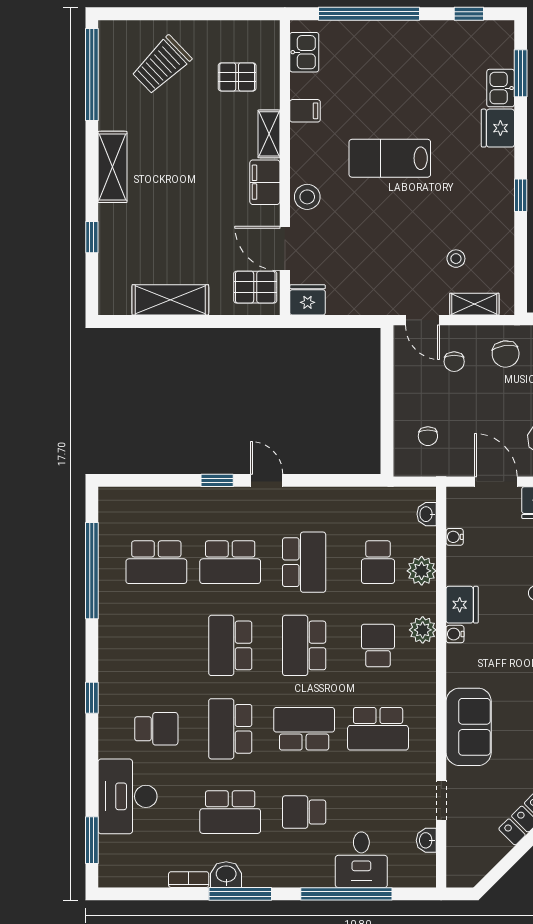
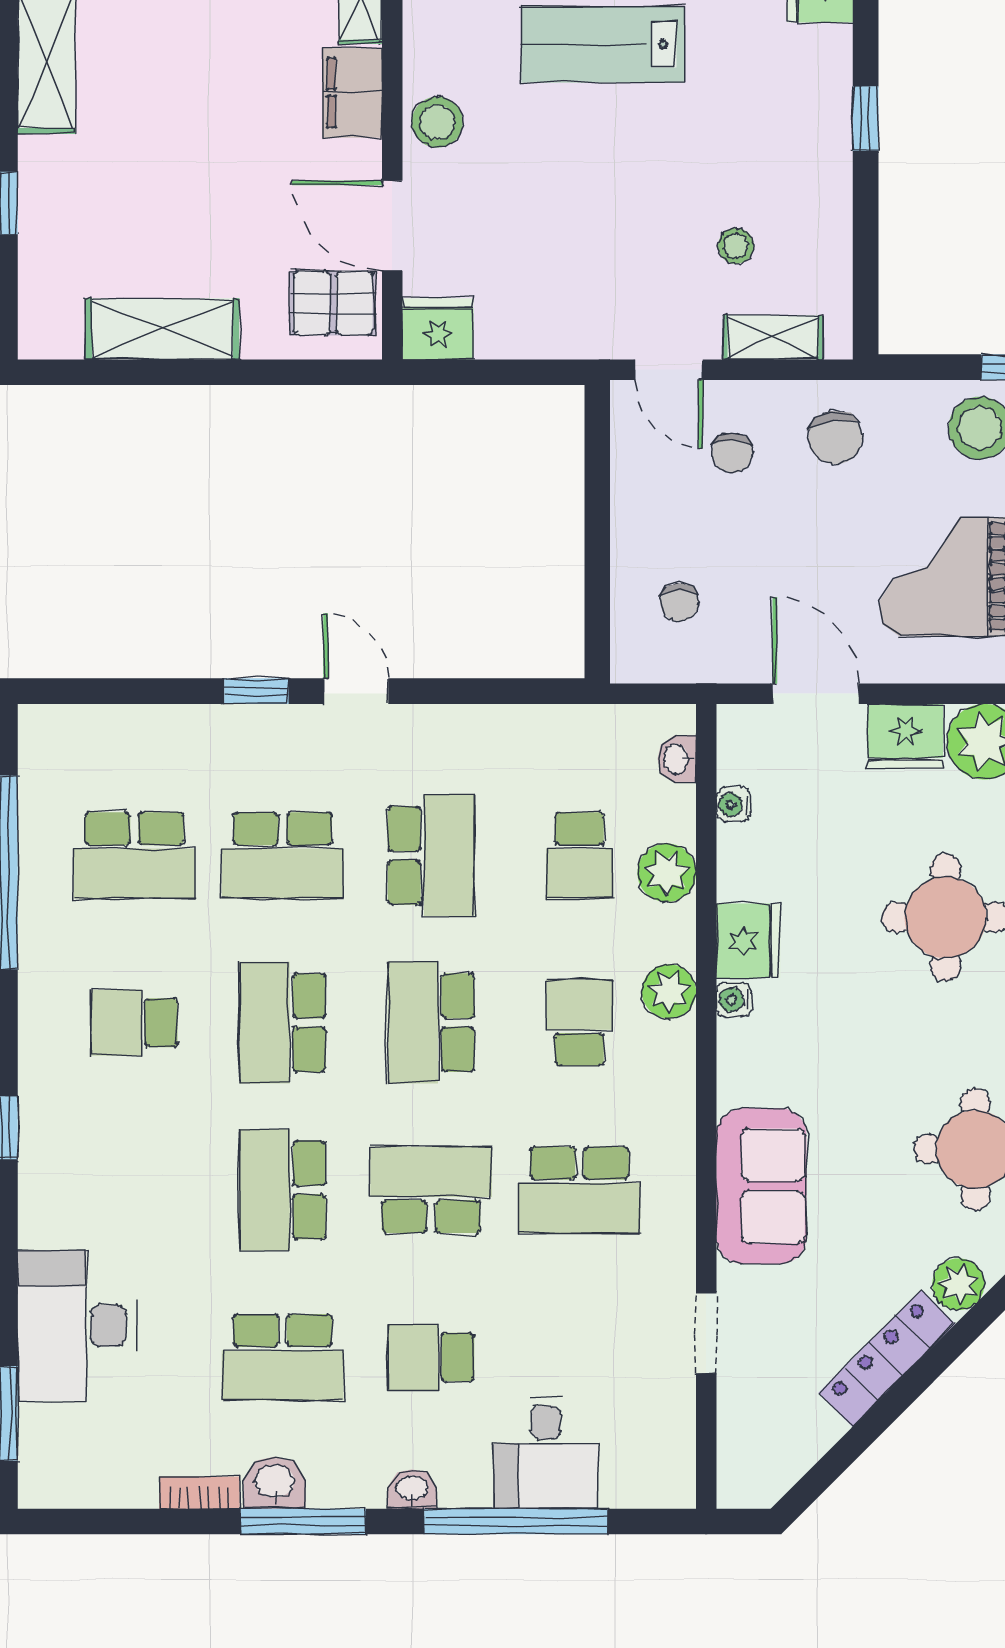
school desk: (156, 729) -> (134, 1023), moved, turned 180
washbasin: (426, 840) -> (412, 1489), moved, turned 90

